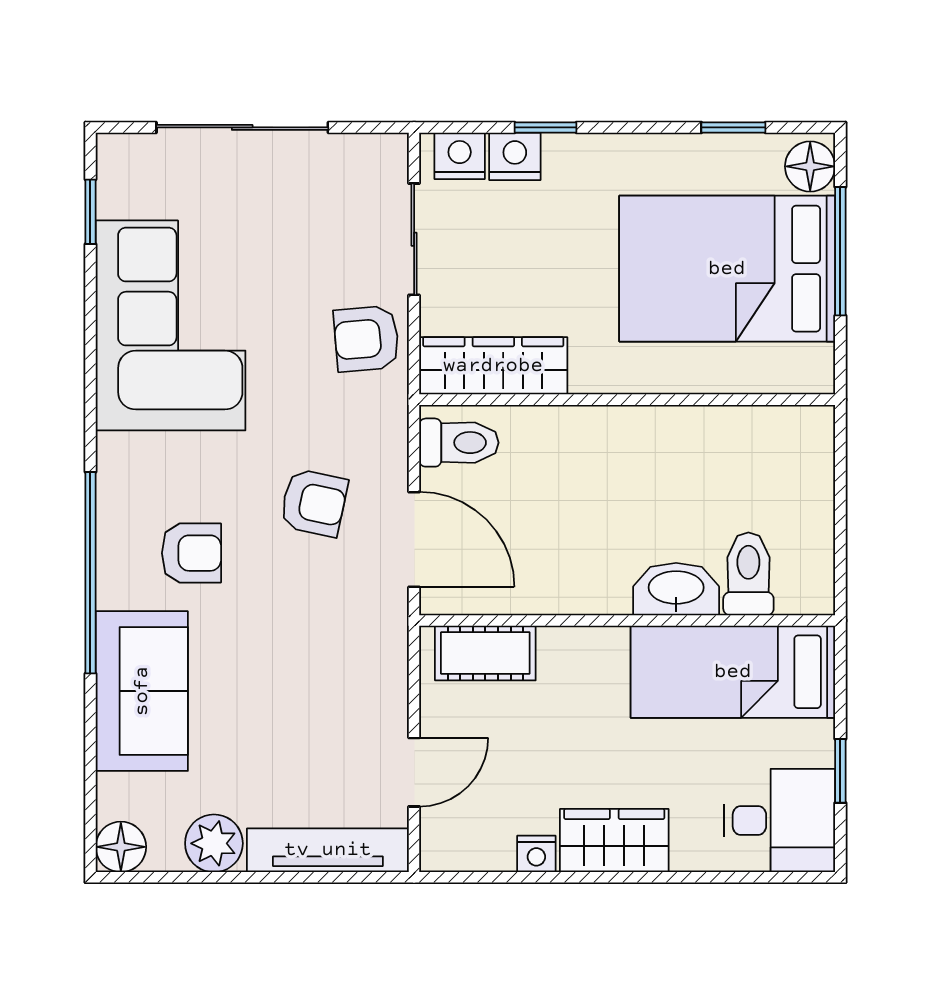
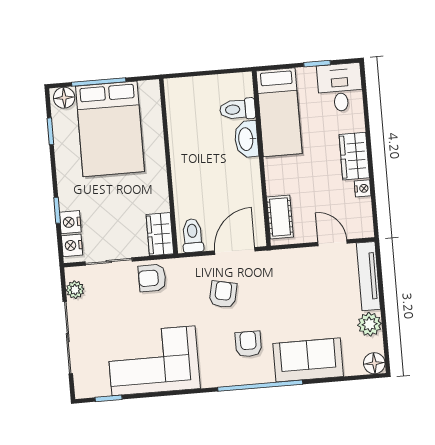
plant: (354, 154) -> (75, 290), added
armchair: (366, 339) -> (152, 278), turned 95
wardrobe: (493, 366) -> (160, 234), width x0.67

